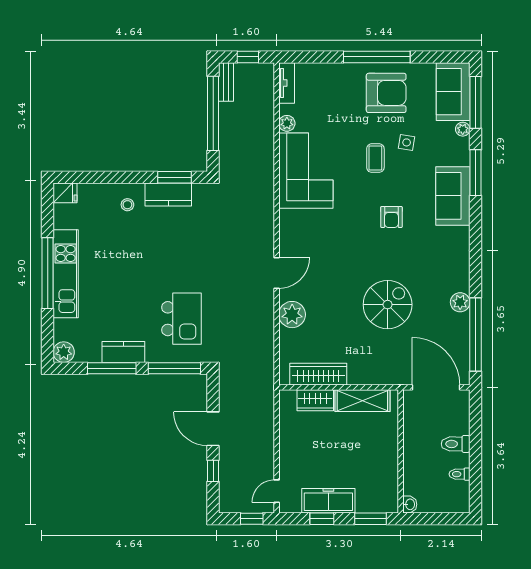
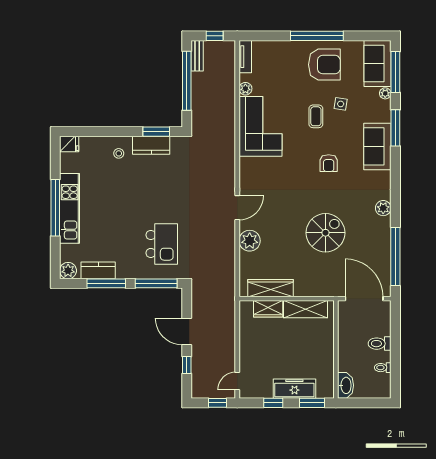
plant: (460, 302) -> (383, 208), moved
kitchen counter: (123, 352) -> (98, 270), moved
freezer: (328, 501) -> (294, 389), moved
washbasin: (410, 504) -> (346, 385), width x1.91, depth x1.45

